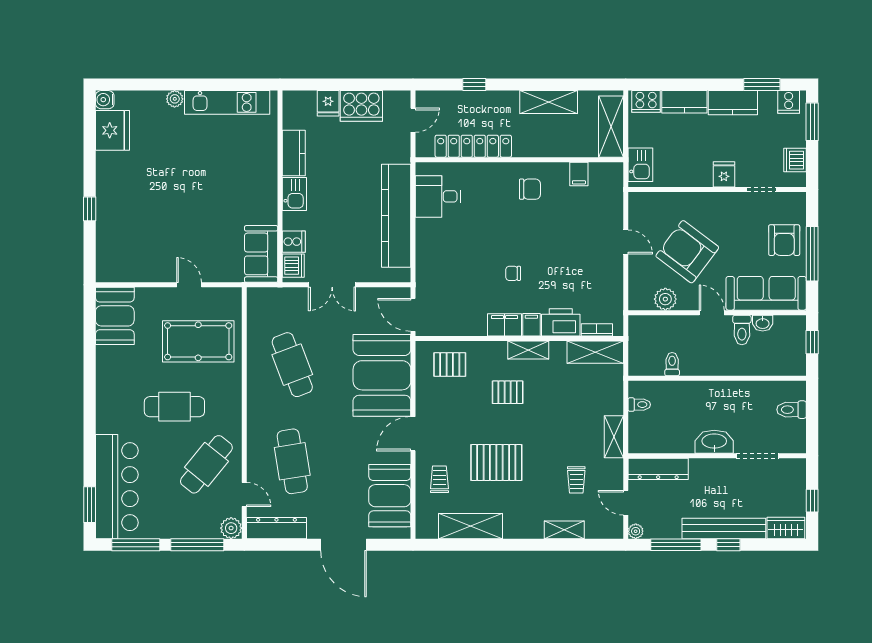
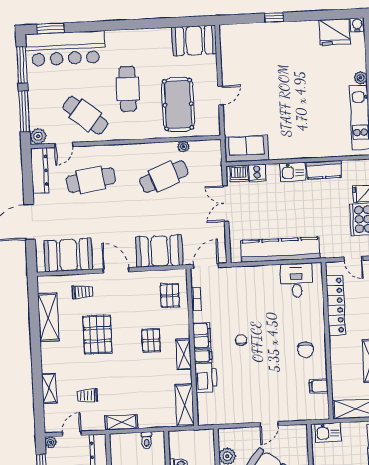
bookcase: (597, 330) -> (196, 299), moved
plant: (254, 337) -> (183, 147), added
booth: (382, 375) -> (159, 251), width x0.73, depth x0.70

